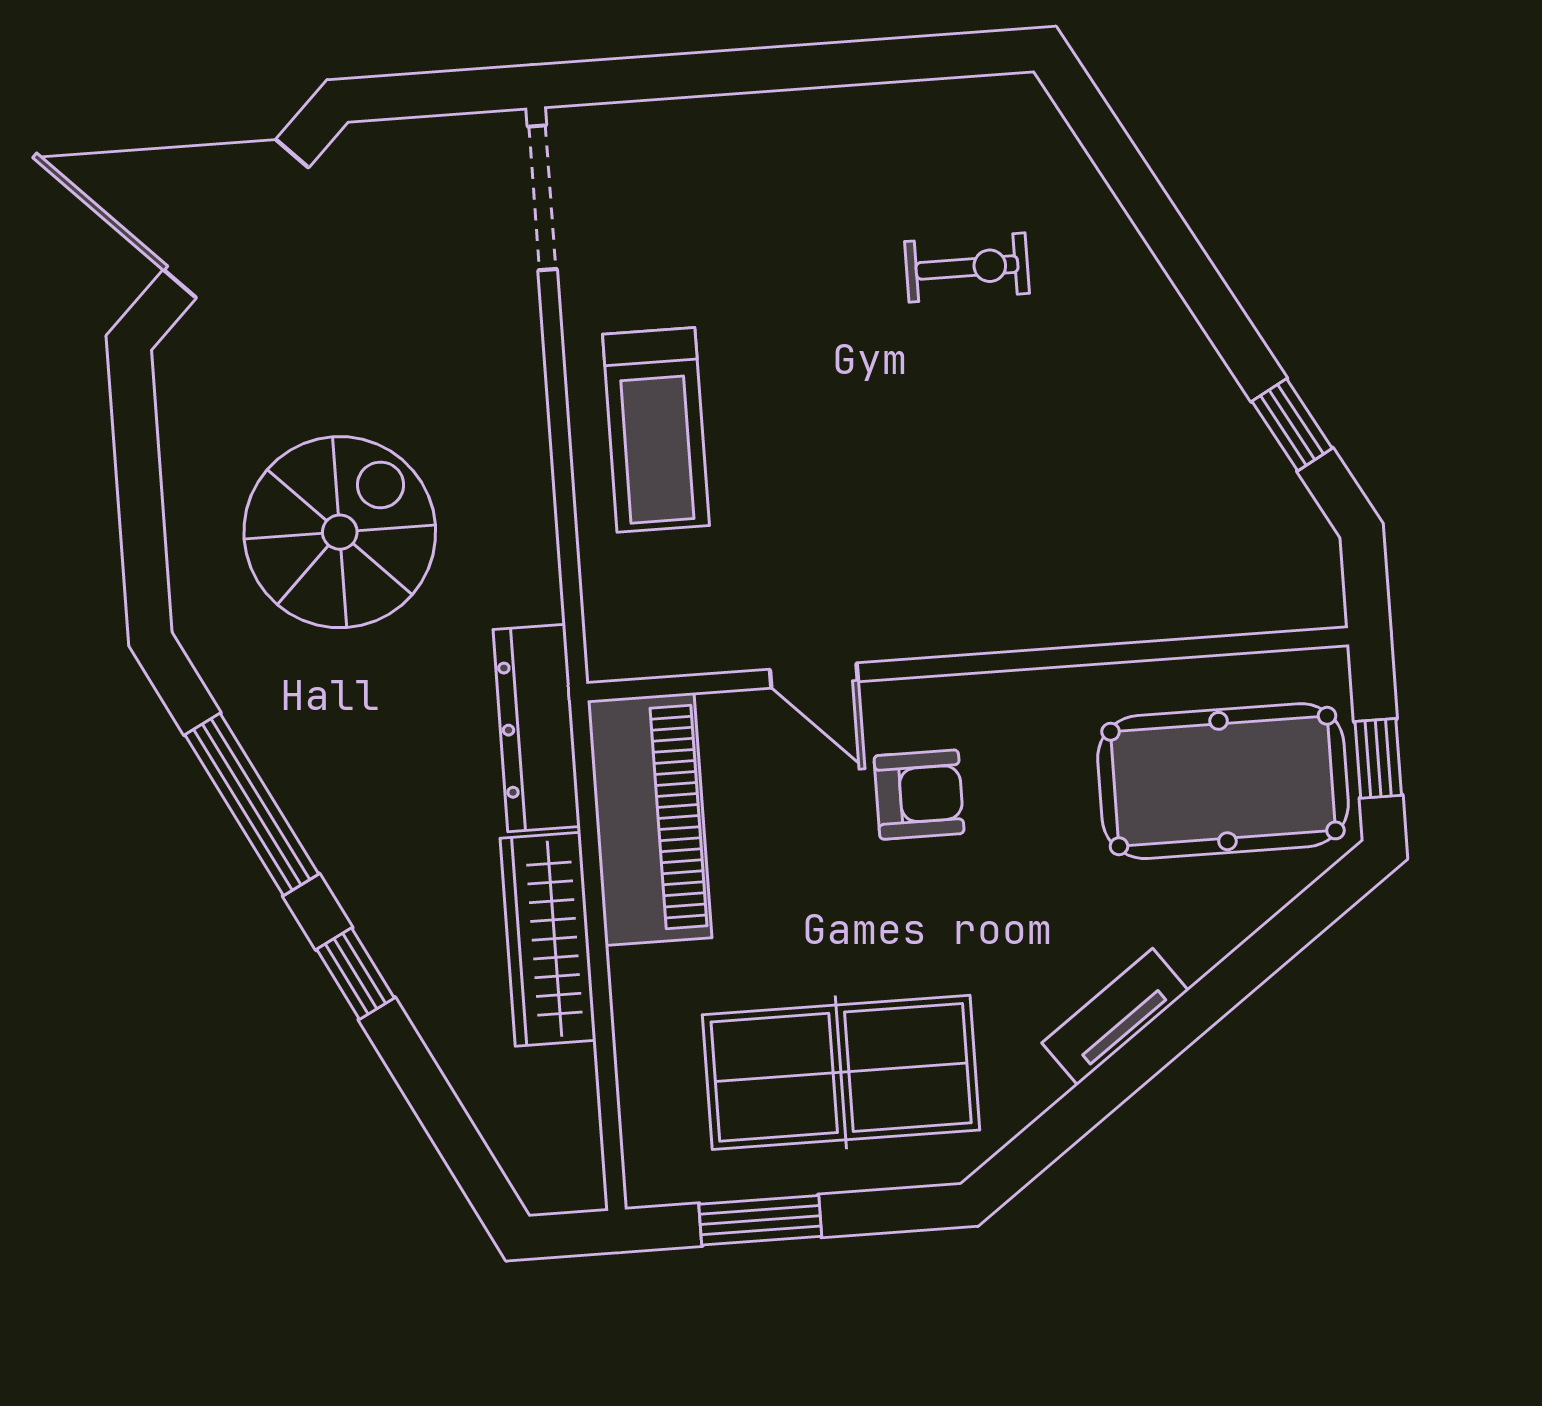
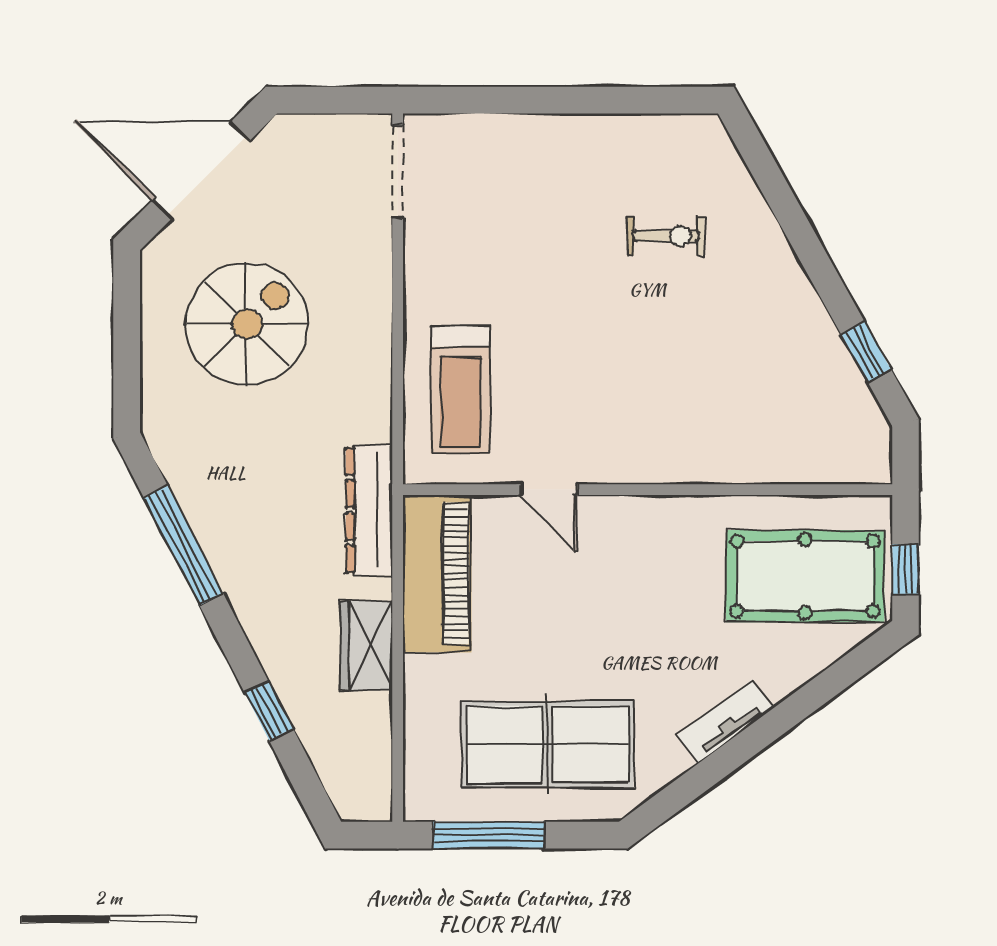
treadmill: (656, 430) -> (460, 390), moved
spiral stairs: (340, 532) -> (247, 324), moved
armchair: (919, 795) -> (610, 571), removed
wardrobe: (548, 939) -> (367, 646), width x0.67
window: (355, 974) -> (269, 711), moved
window: (760, 1220) -> (489, 835), width x1.44

